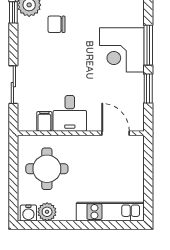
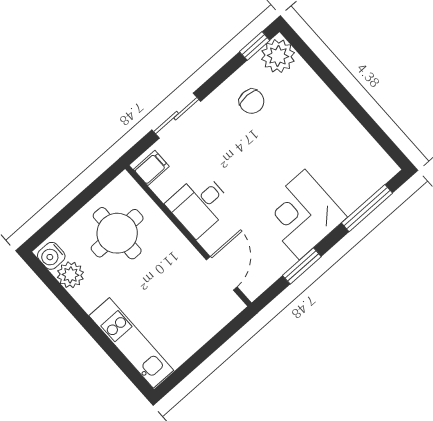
chair: (57, 24) -> (252, 101), moved, turned 180
window: (148, 45) -> (367, 208), moved
corner desk: (122, 50) -> (302, 215), moved
filing cabinet: (44, 121) -> (151, 168), moved

